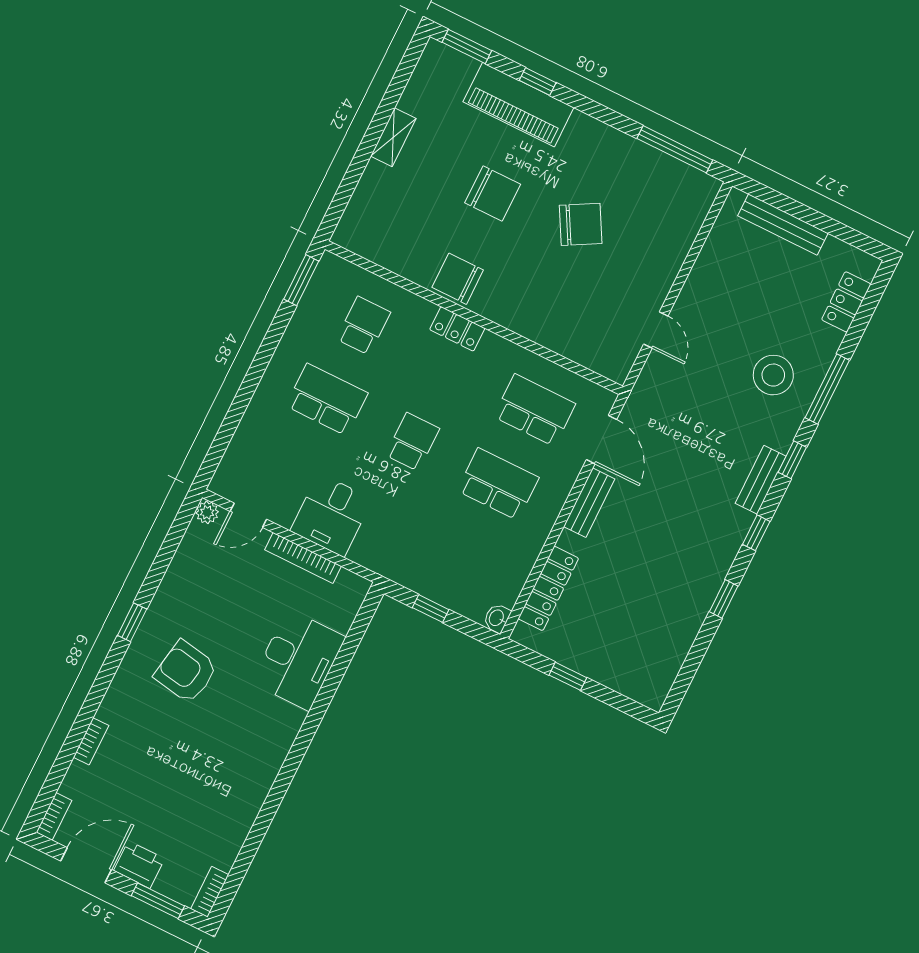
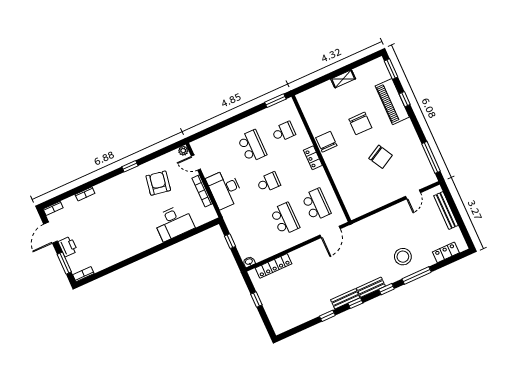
door: (656, 330) -> (413, 194), moved
bench: (589, 503) -> (345, 299), moved
desk: (331, 515) -> (225, 189), width x1.37
armchair: (186, 672) -> (158, 183), moved
door: (86, 865) -> (50, 233), swing flipped

